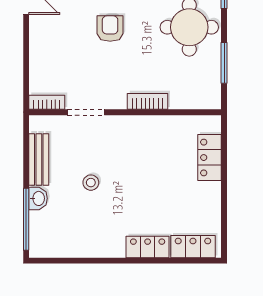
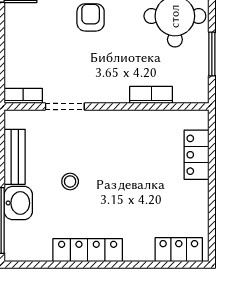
bookcase: (148, 101) -> (151, 95), moved
washbasin: (38, 198) -> (18, 203), width x1.38, depth x1.45
locker: (148, 247) -> (88, 250), moved, width x1.53

